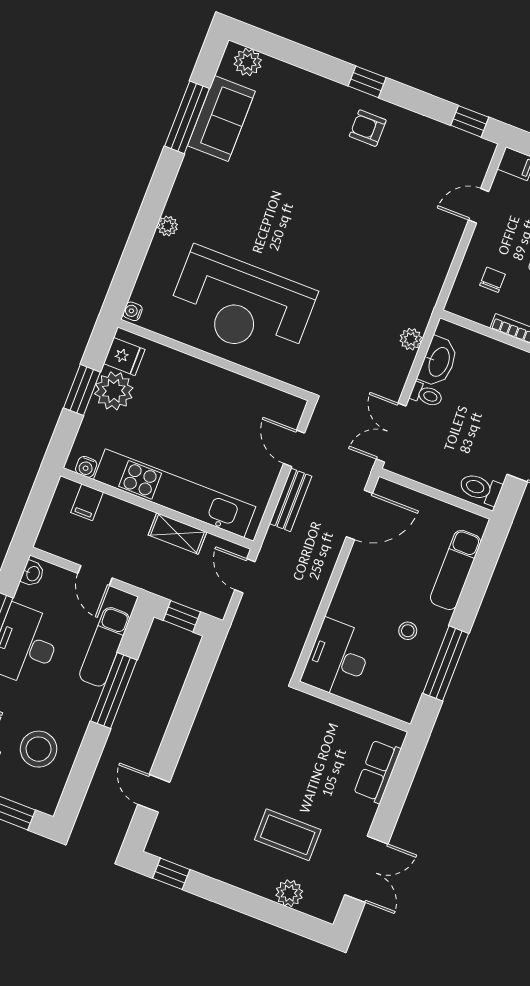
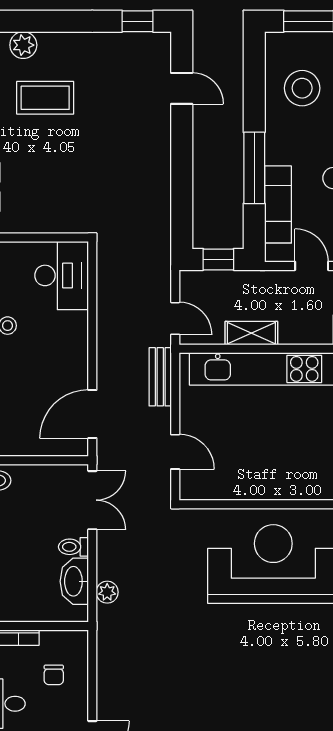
bench: (291, 500) -> (160, 377), moved

